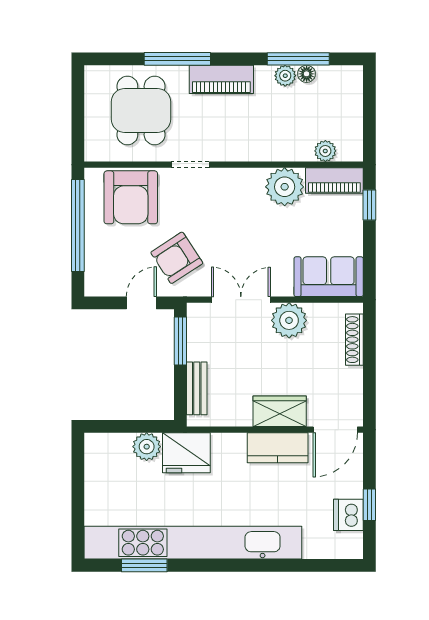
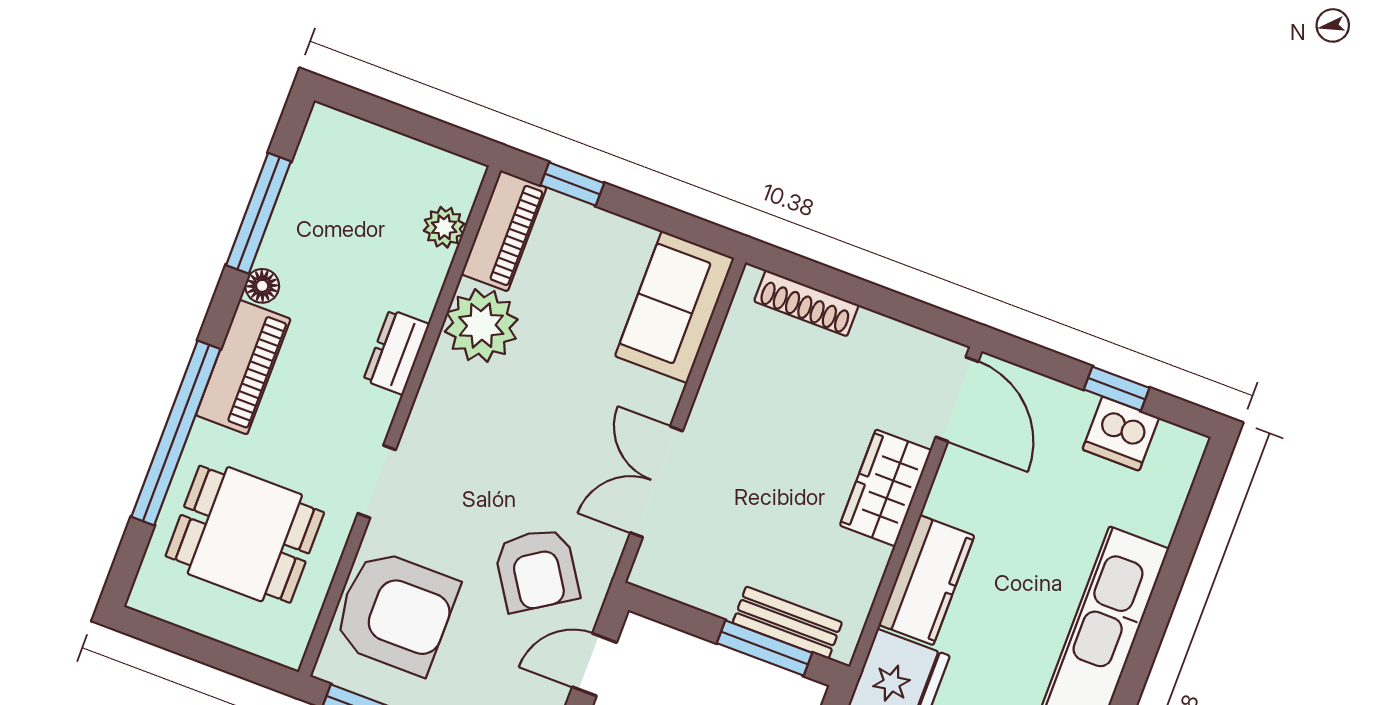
window: (177, 59) -> (176, 433), width x1.46
floor lamp: (307, 74) -> (262, 286), moved
plant: (285, 76) -> (280, 249), removed
dresser: (256, 151) -> (396, 352), added
door: (141, 303) -> (594, 665), hinge flipped
plant: (289, 320) -> (727, 409), removed
window: (180, 341) -> (764, 648), moved
kitchen counter: (278, 448) -> (926, 580), moved

